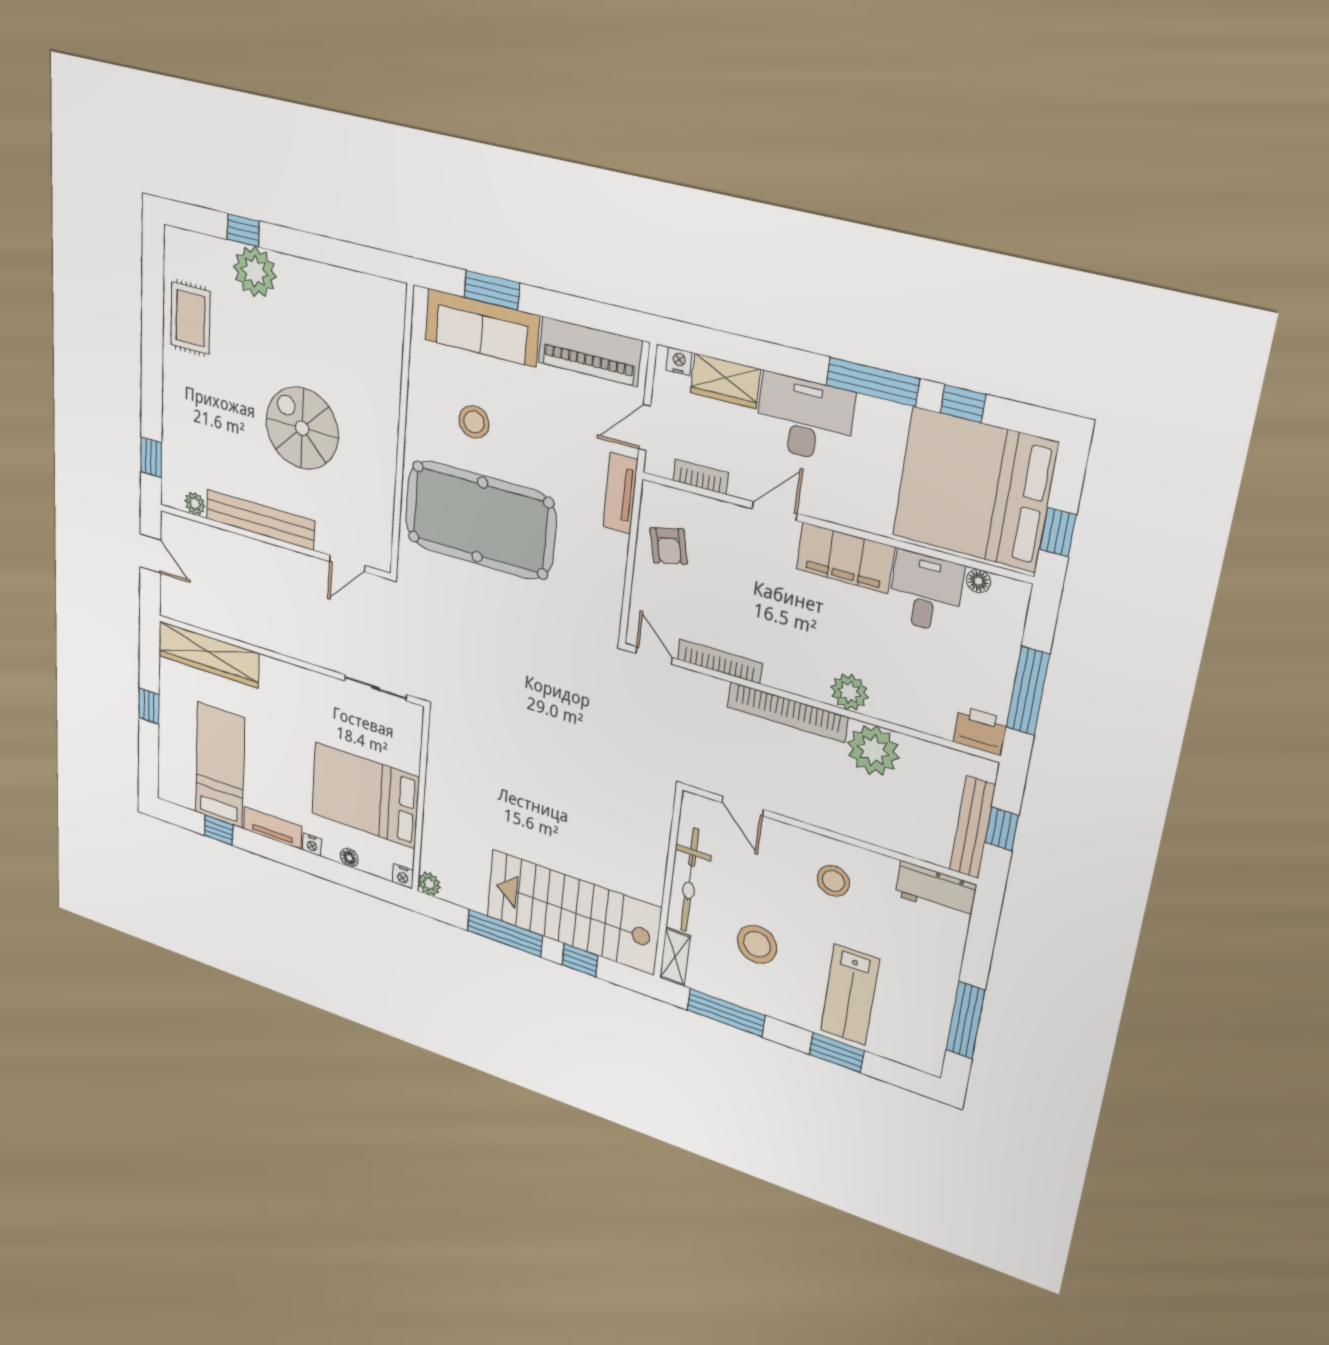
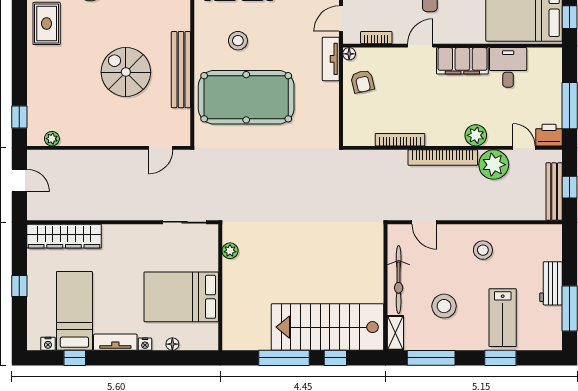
bench: (260, 520) -> (181, 70), moved, turned 90
floor lamp: (978, 581) -> (349, 54), moved
door: (654, 655) -> (524, 148), moved
nightstand: (403, 876) -> (48, 344), moved
plant: (429, 884) -> (230, 251), moved
workbench: (936, 890) -> (551, 283), moved, turned 90

